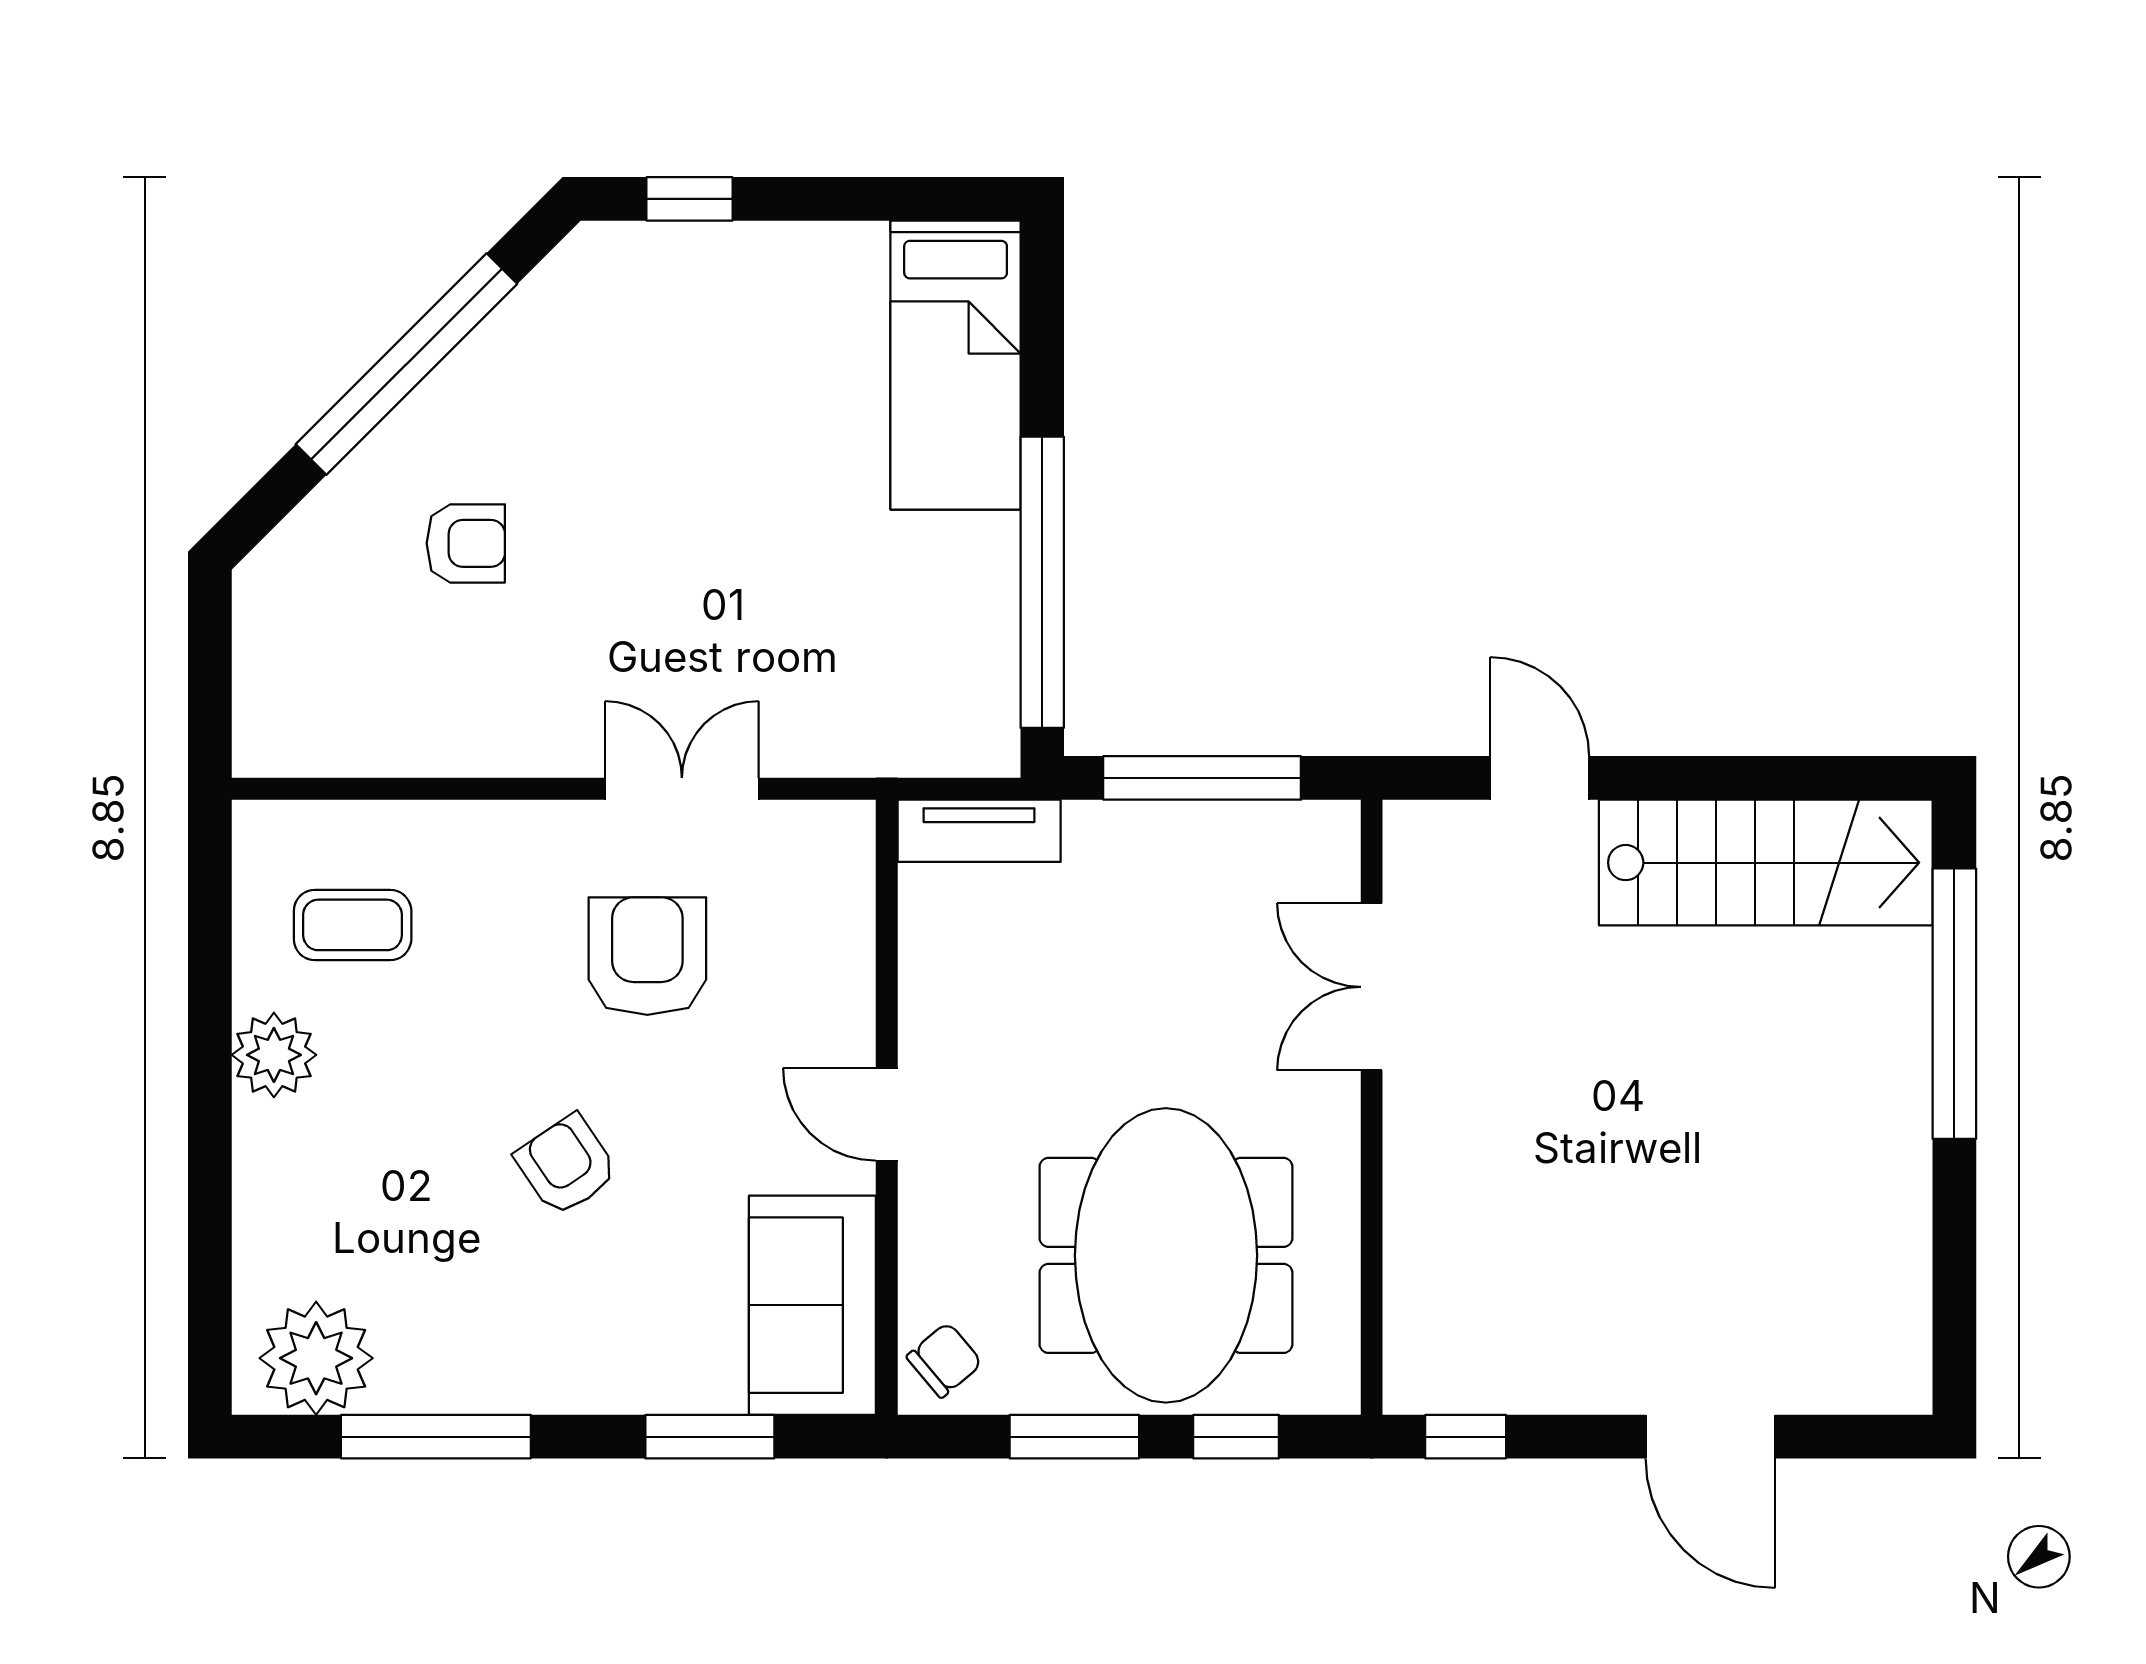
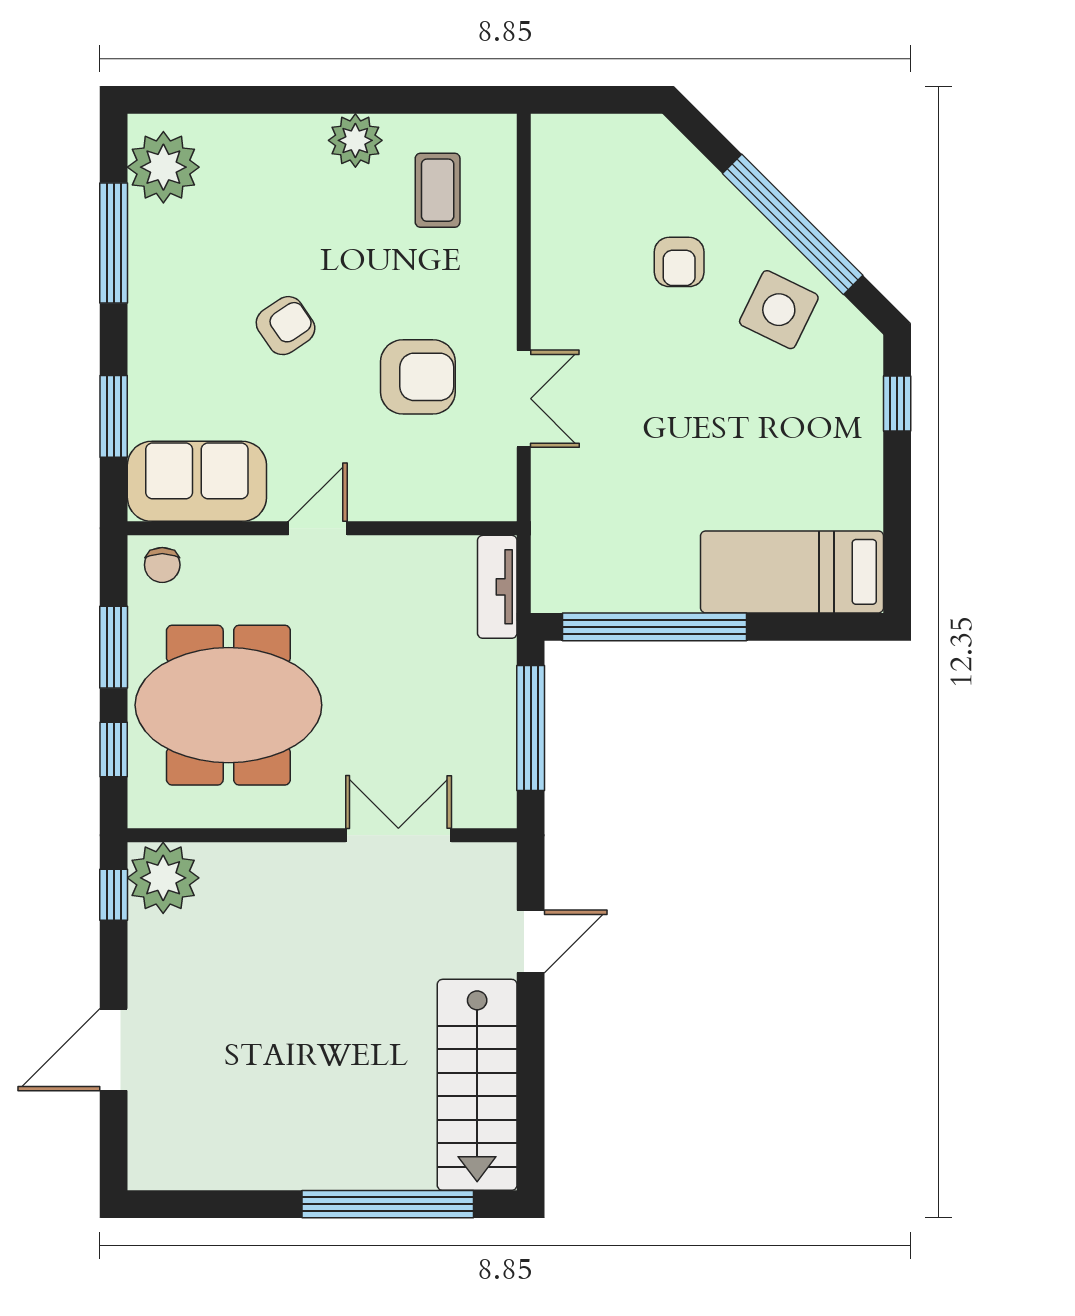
side table: (541, 386) -> (779, 310), added
plant: (1439, 1359) -> (163, 878), added
chair: (944, 1360) -> (162, 565), turned 40

